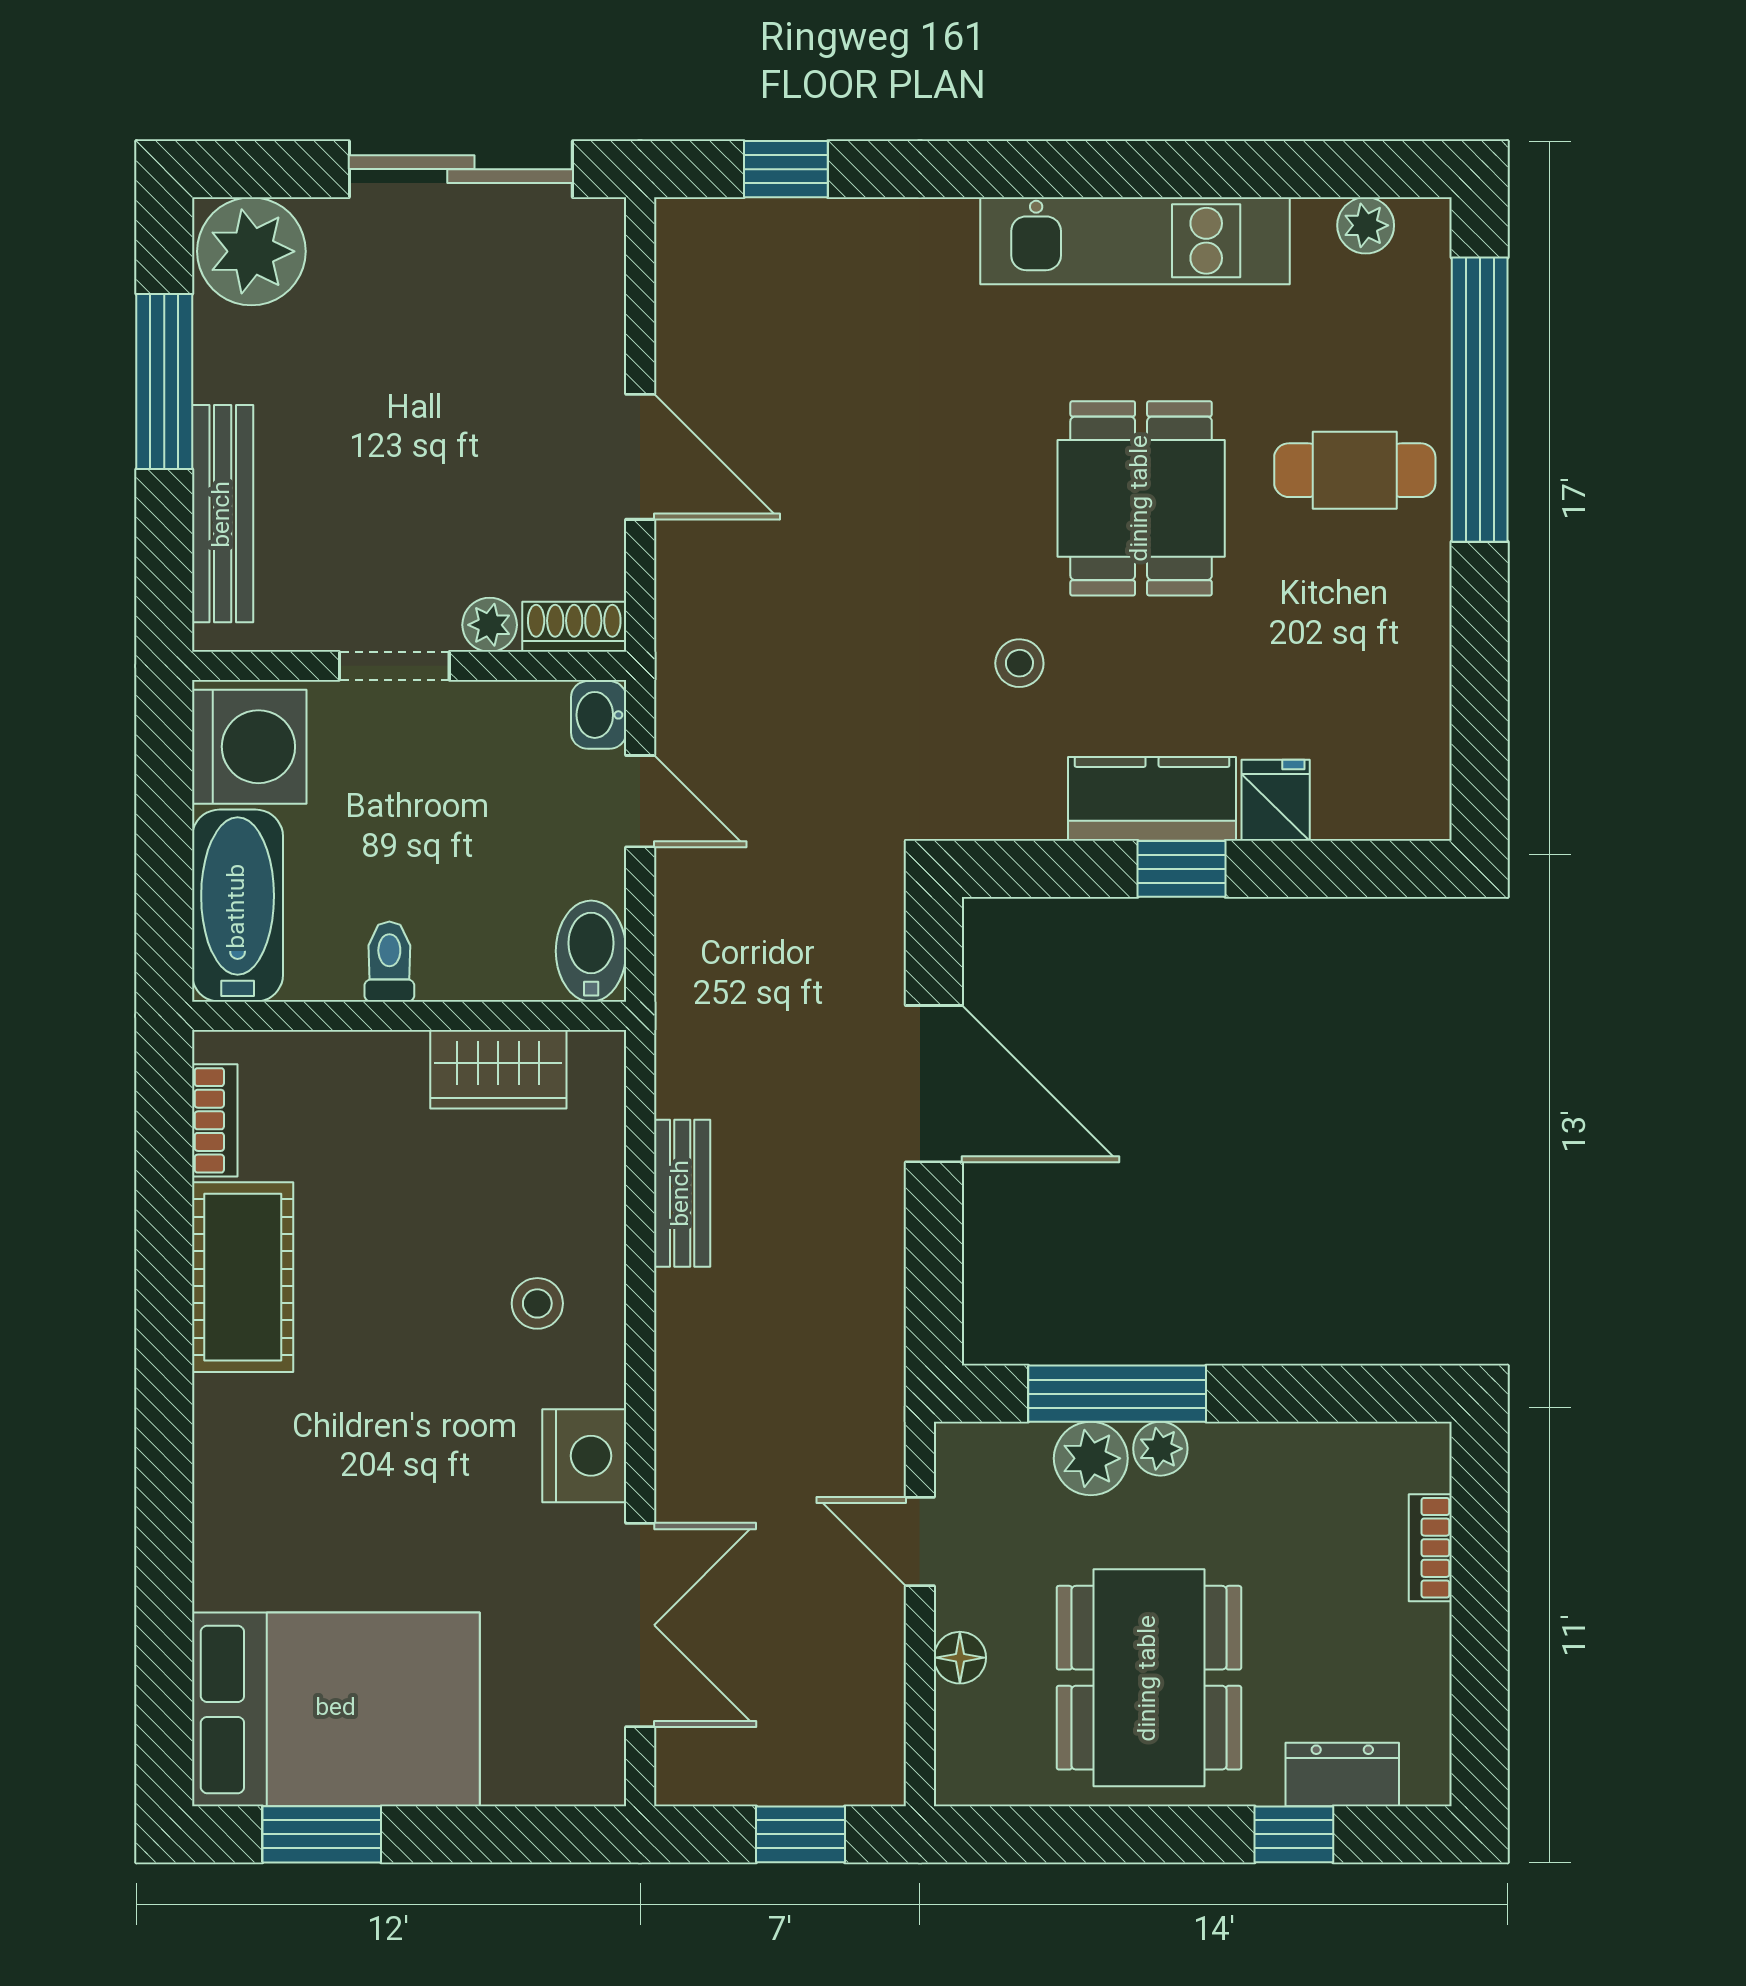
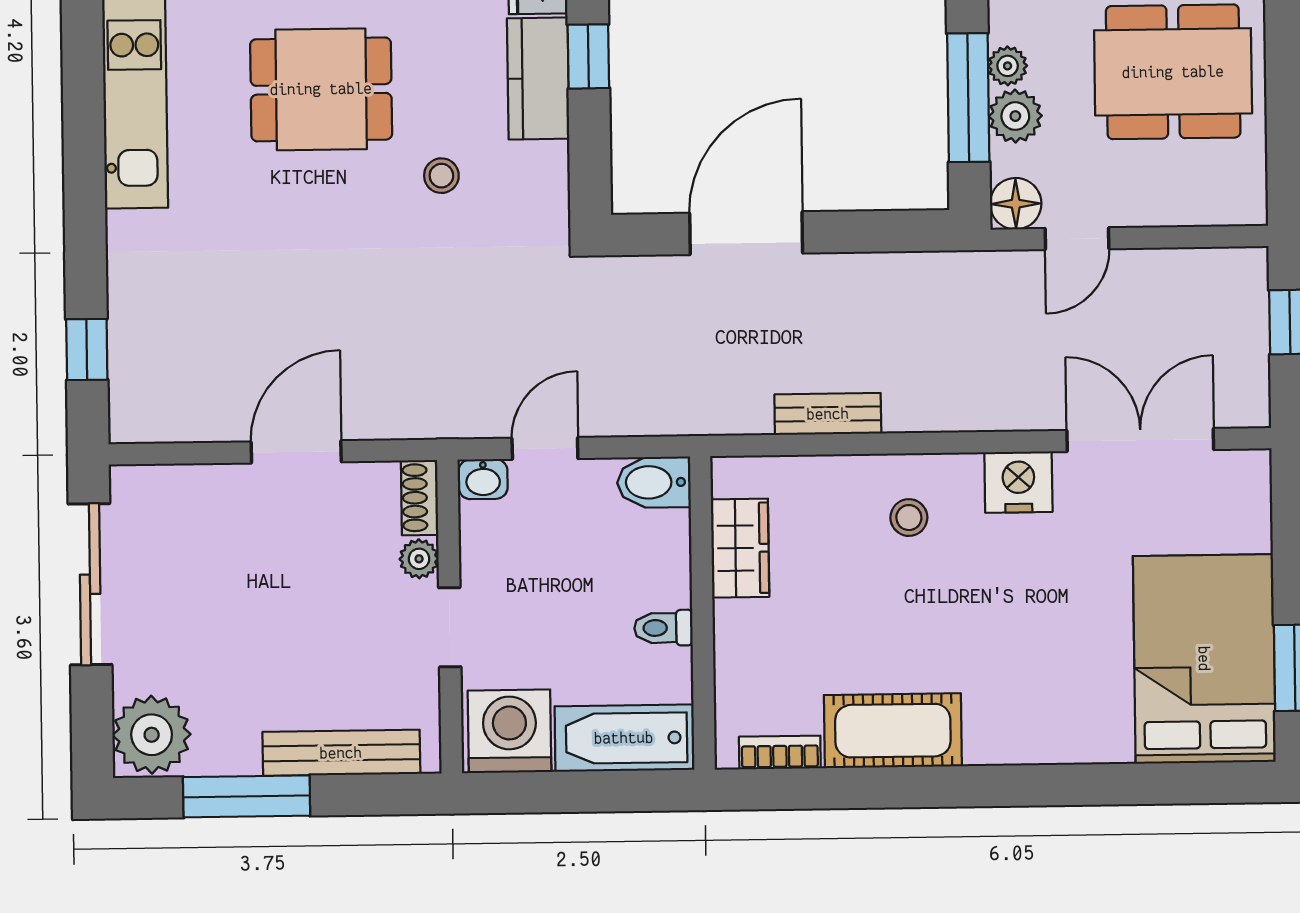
floor lamp: (960, 1658) -> (1016, 204), moved, width x1.37, depth x1.37

